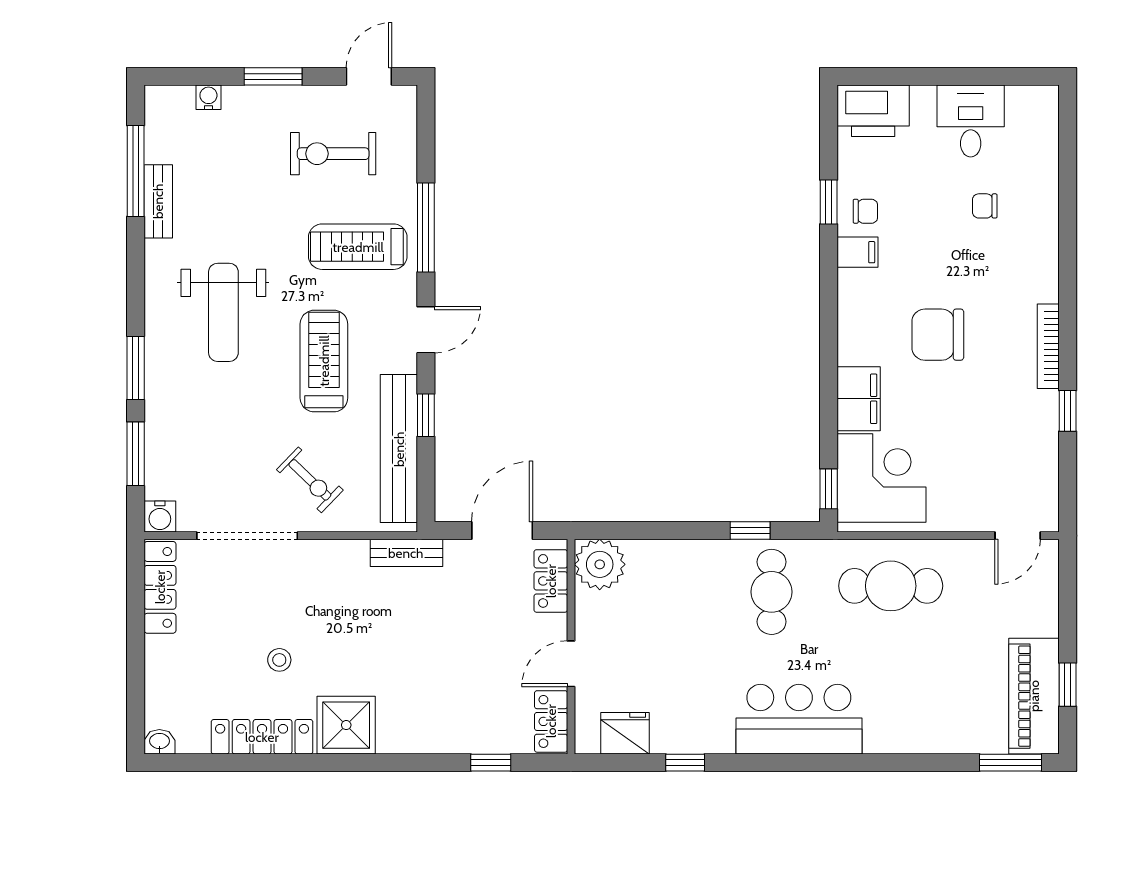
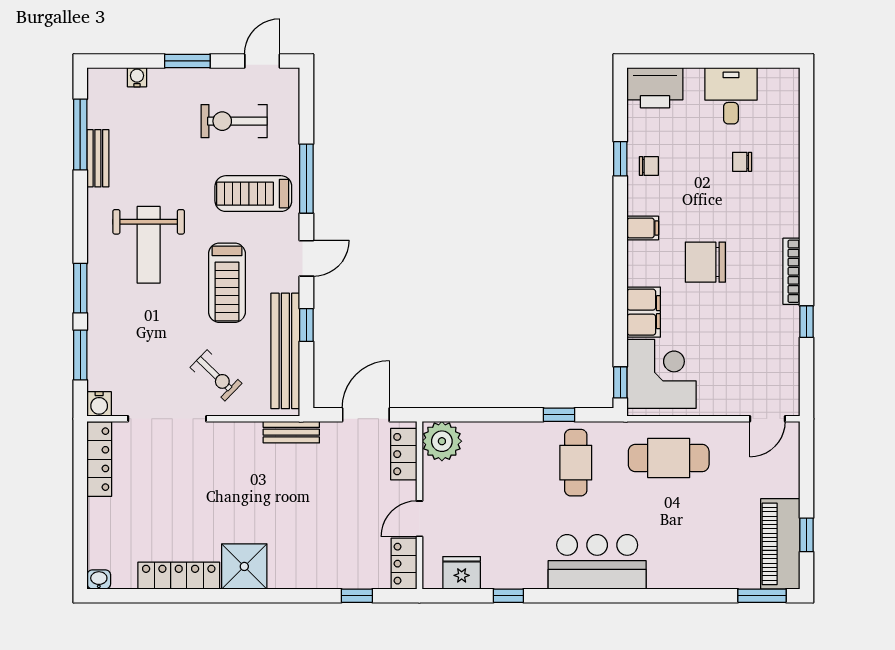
filing cabinet: (857, 252) -> (643, 228), moved
treadmill: (324, 361) -> (227, 283), turned 180
stool: (279, 660) -> (192, 516), removed

